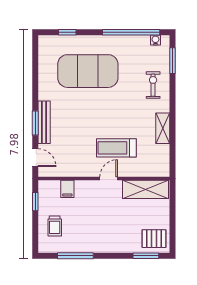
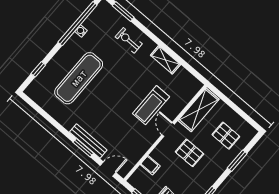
water cooler: (155, 40) -> (81, 31), moved
exercise mat: (88, 71) -> (79, 78), width x0.68
pallet: (105, 212) -> (190, 153), added
pallet: (154, 239) -> (226, 136), moved, turned 90
window: (146, 256) -> (237, 161), moved

